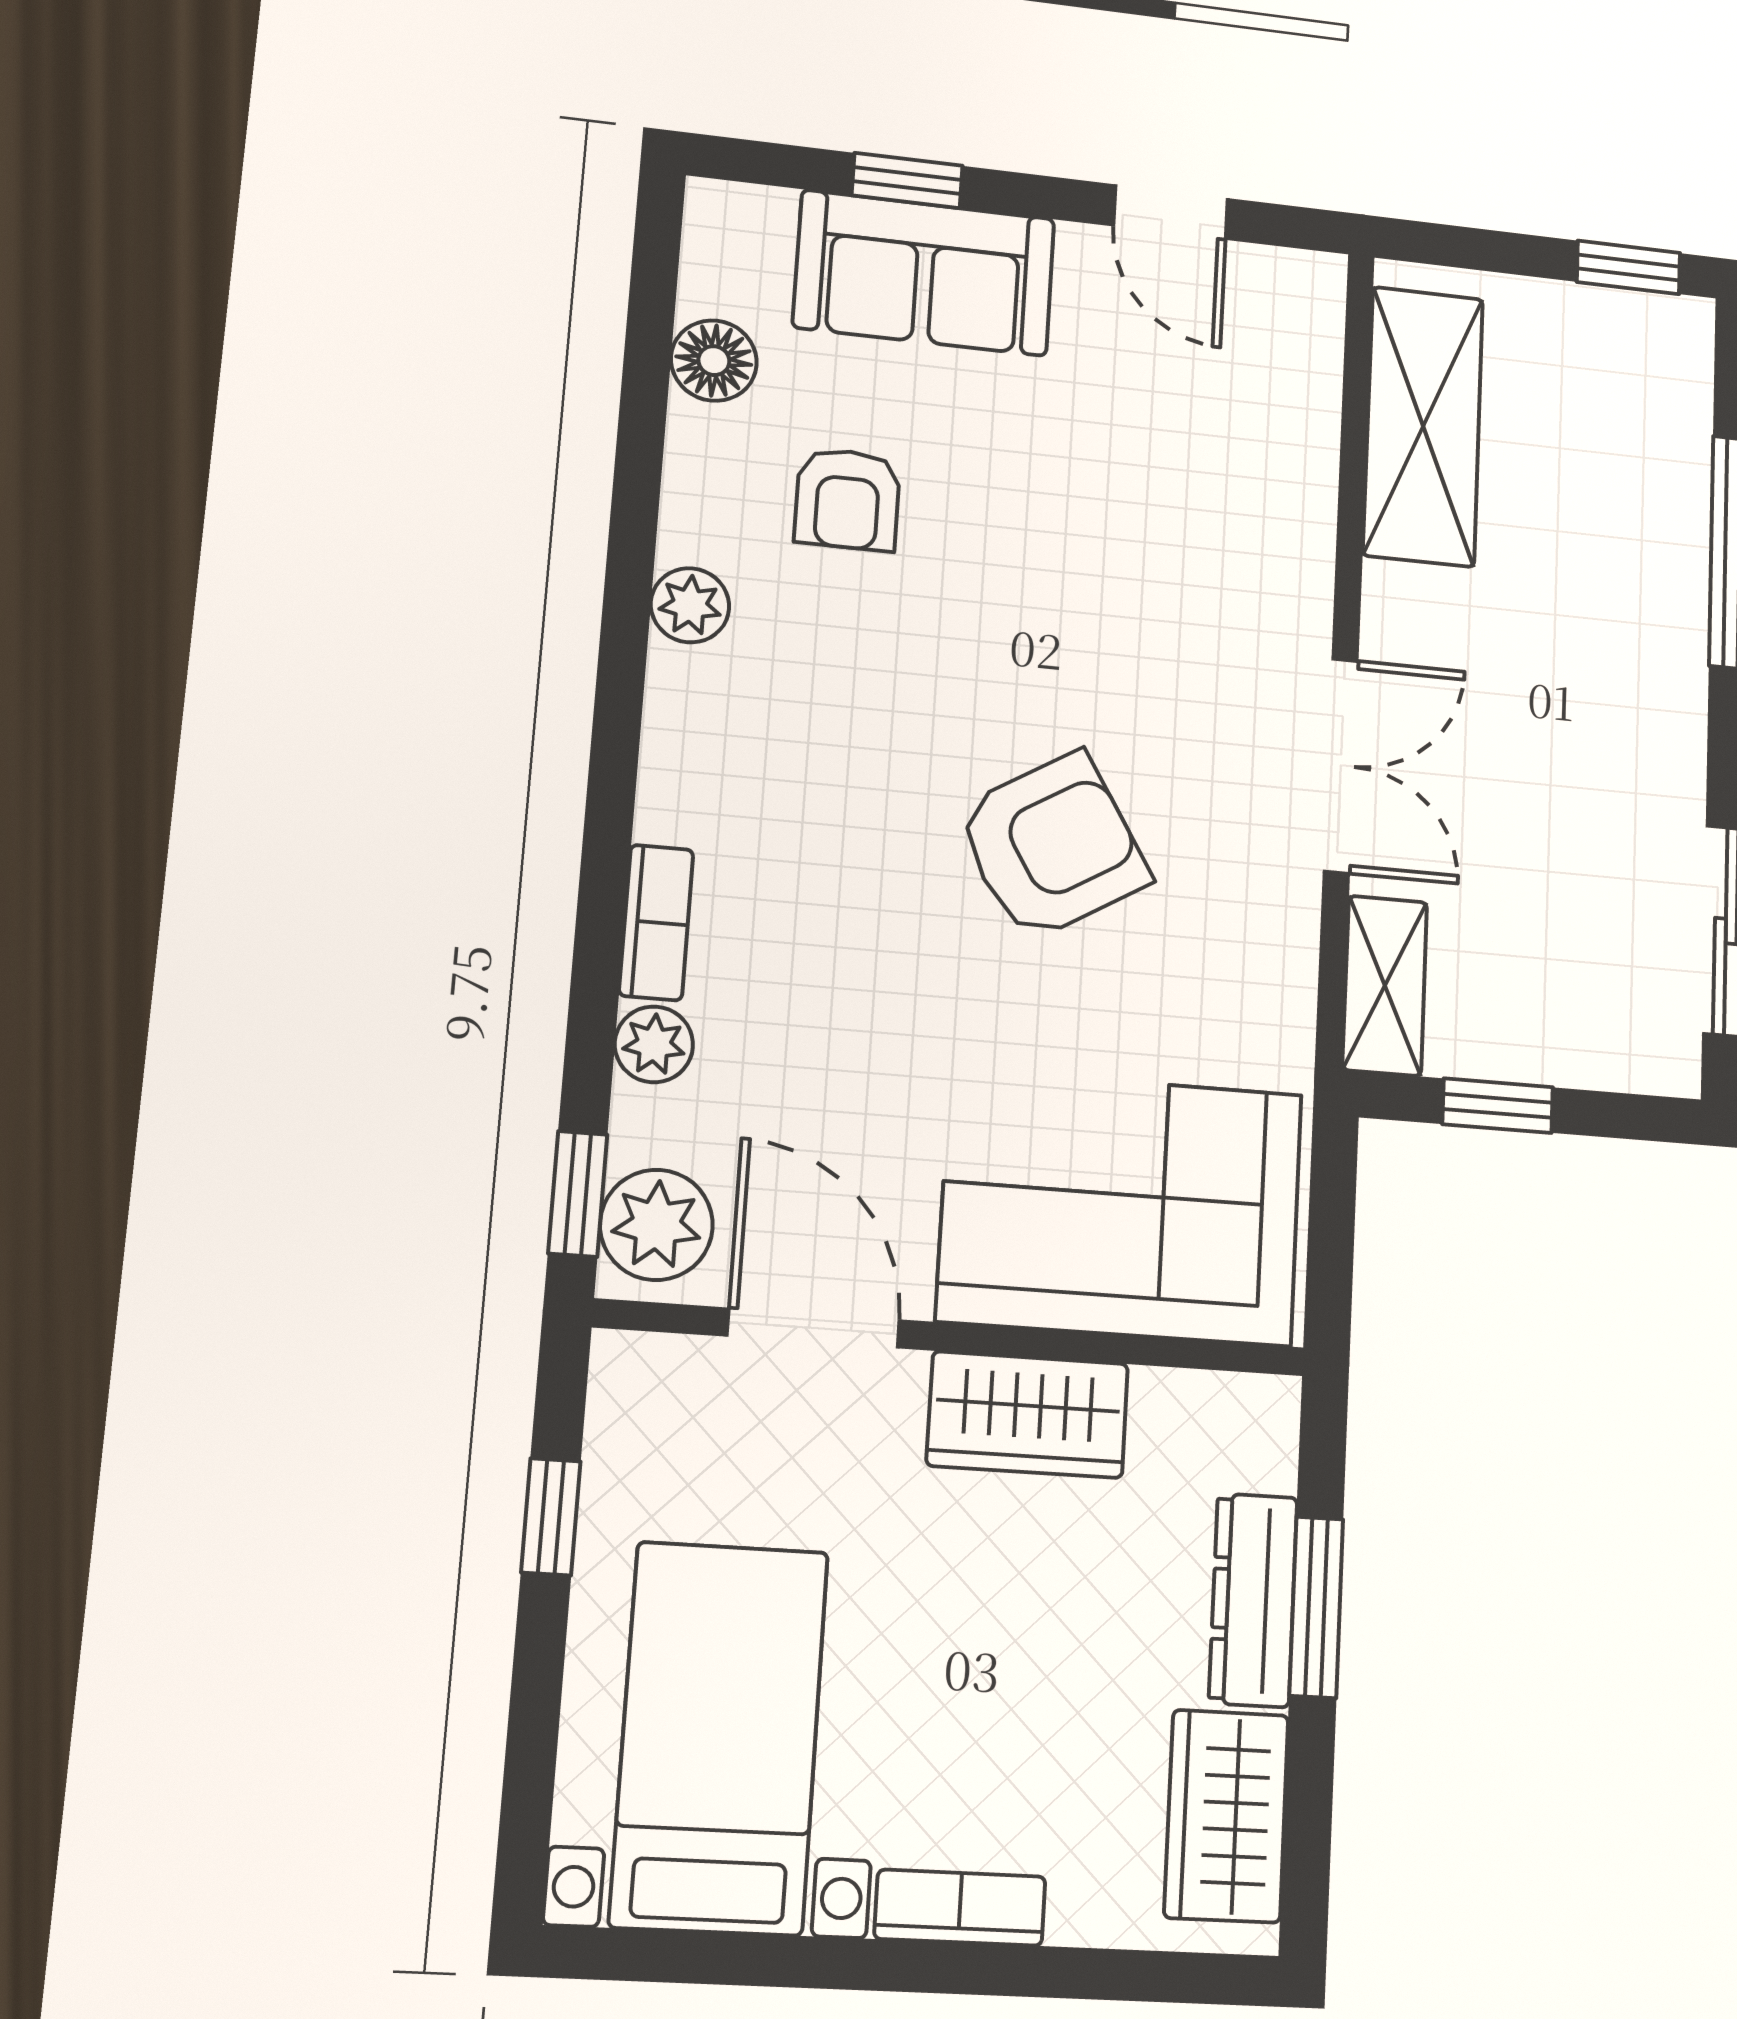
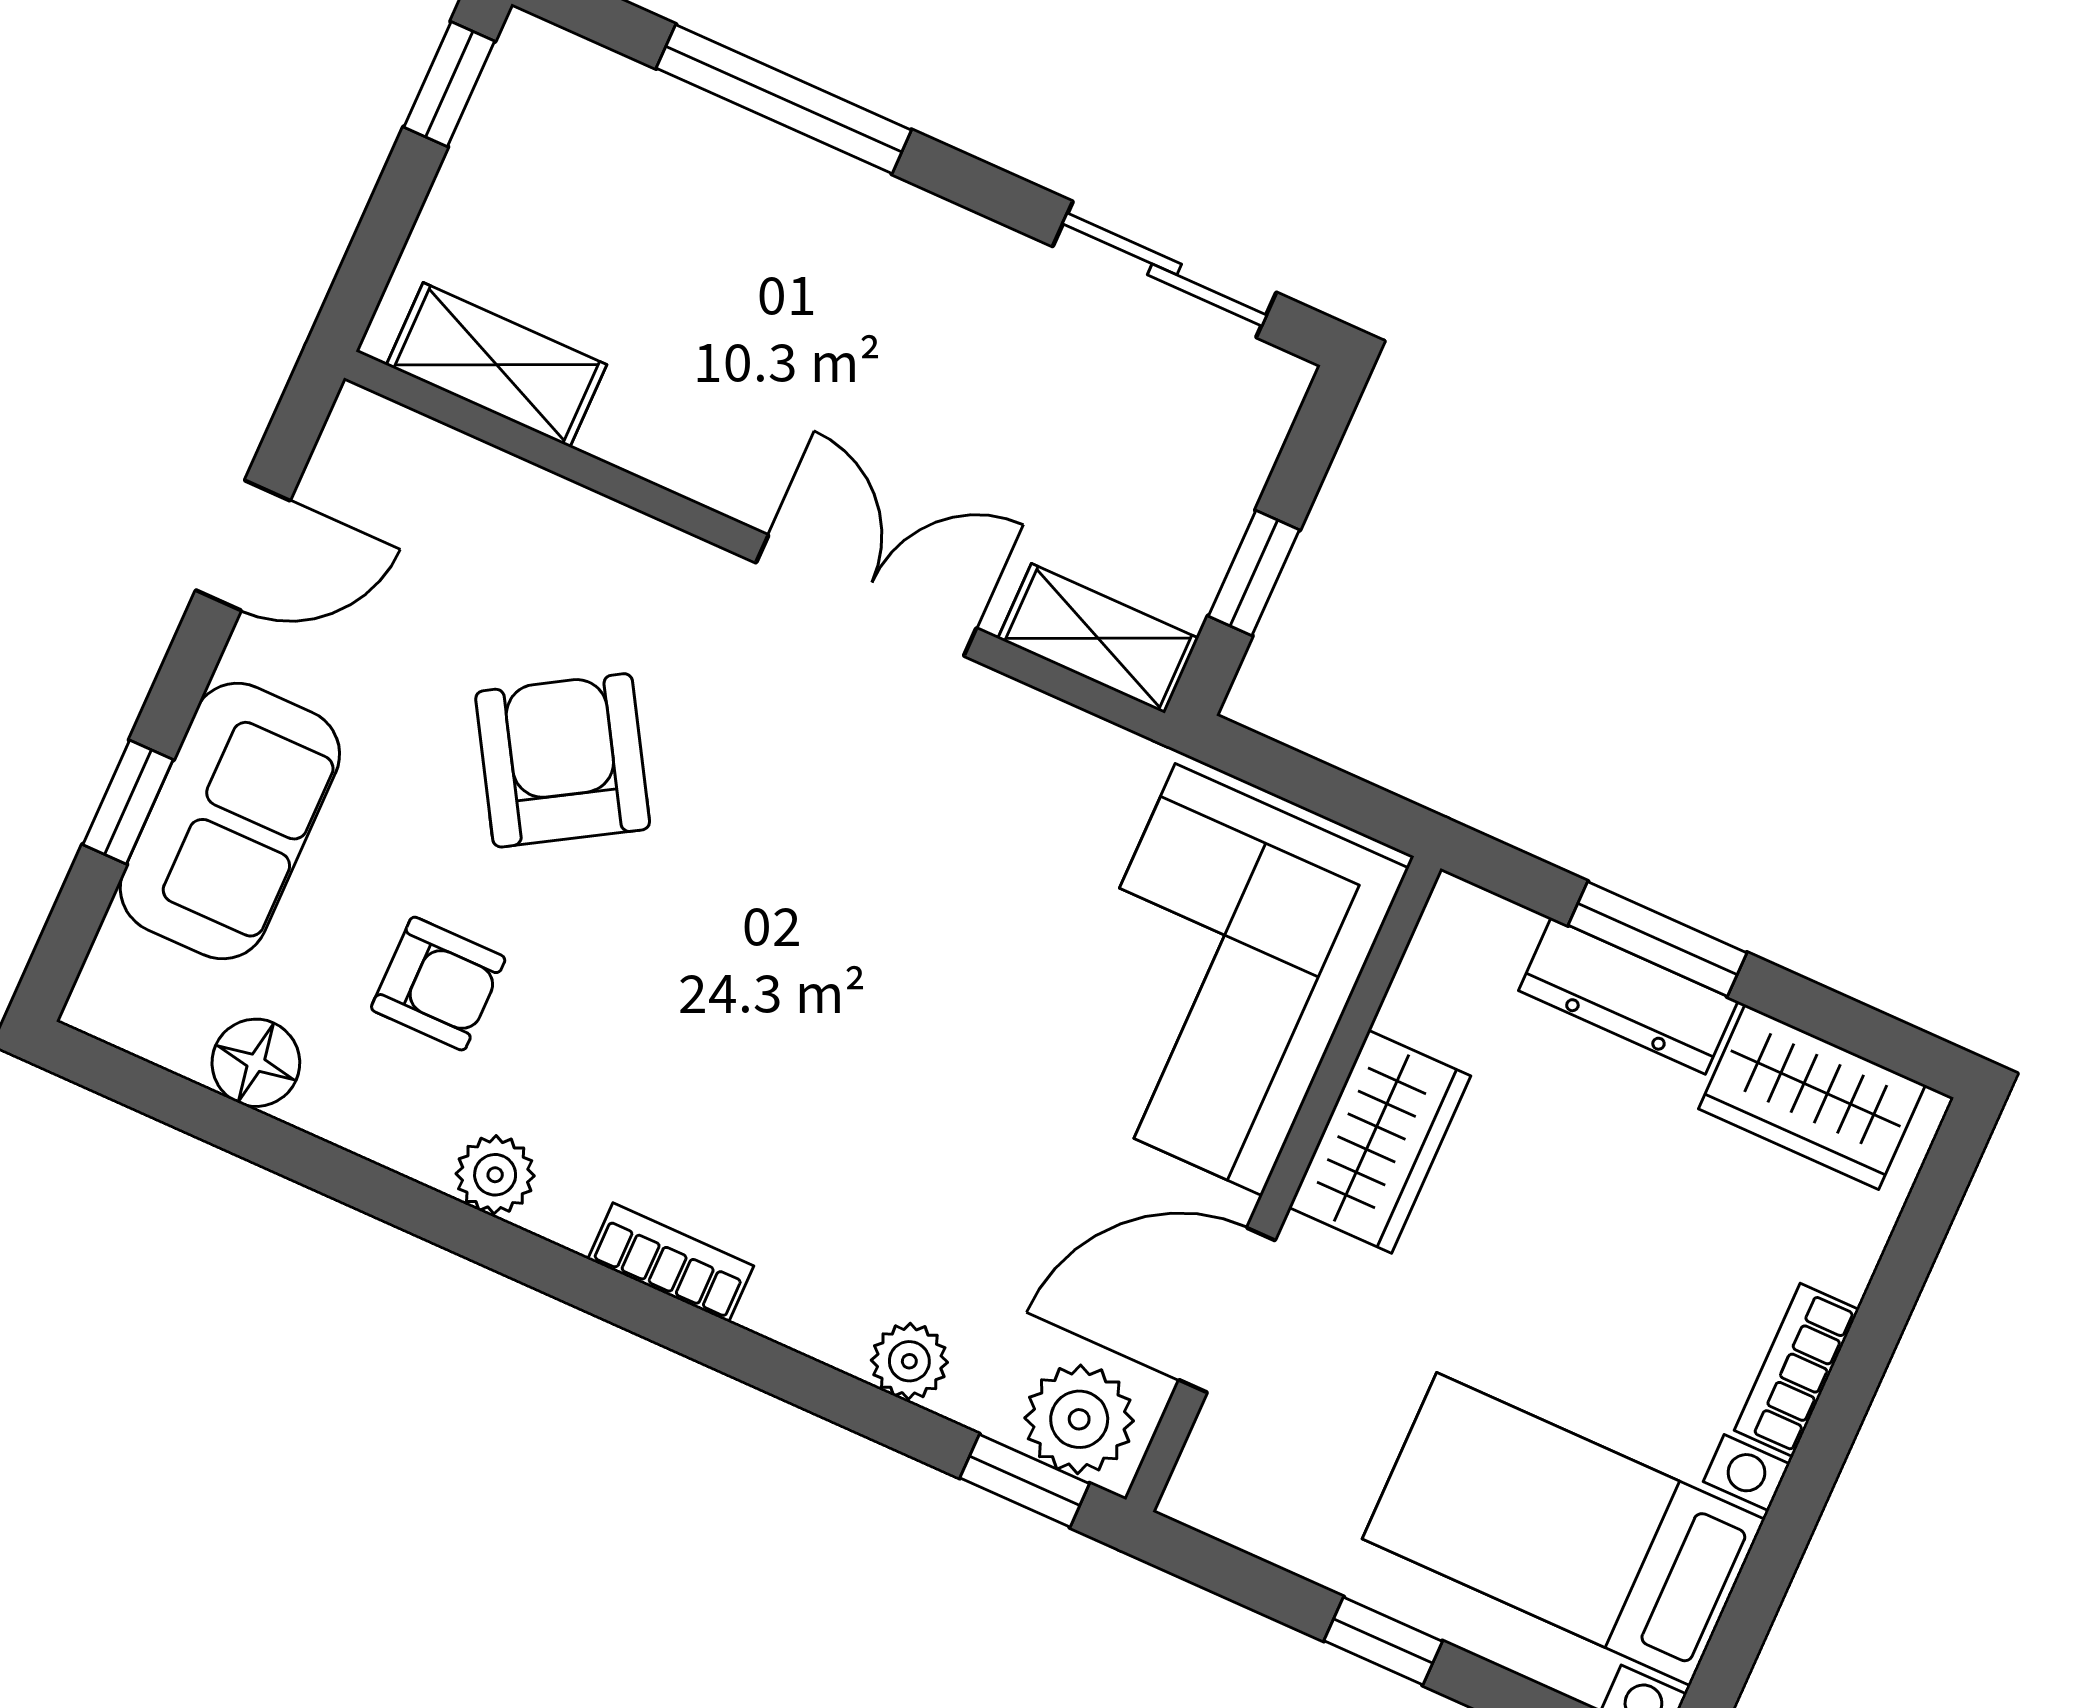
shelving: (1423, 426) -> (497, 365), width x0.67, depth x0.75
armchair: (1052, 846) -> (563, 760), moved
bookcase: (656, 923) -> (671, 1262), moved
window: (551, 1517) -> (1383, 1641), moved

